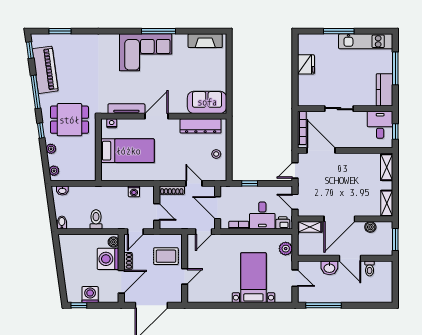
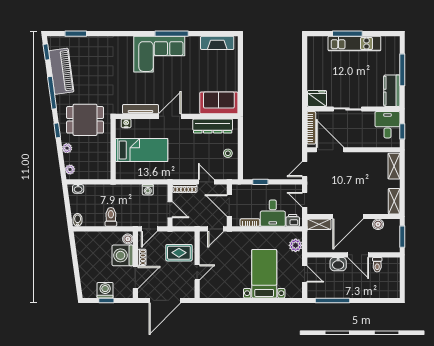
kitchen unit: (366, 41) -> (354, 44), moved
fridge: (306, 64) -> (317, 98), moved, turned -90
window: (79, 305) -> (106, 300), moved

